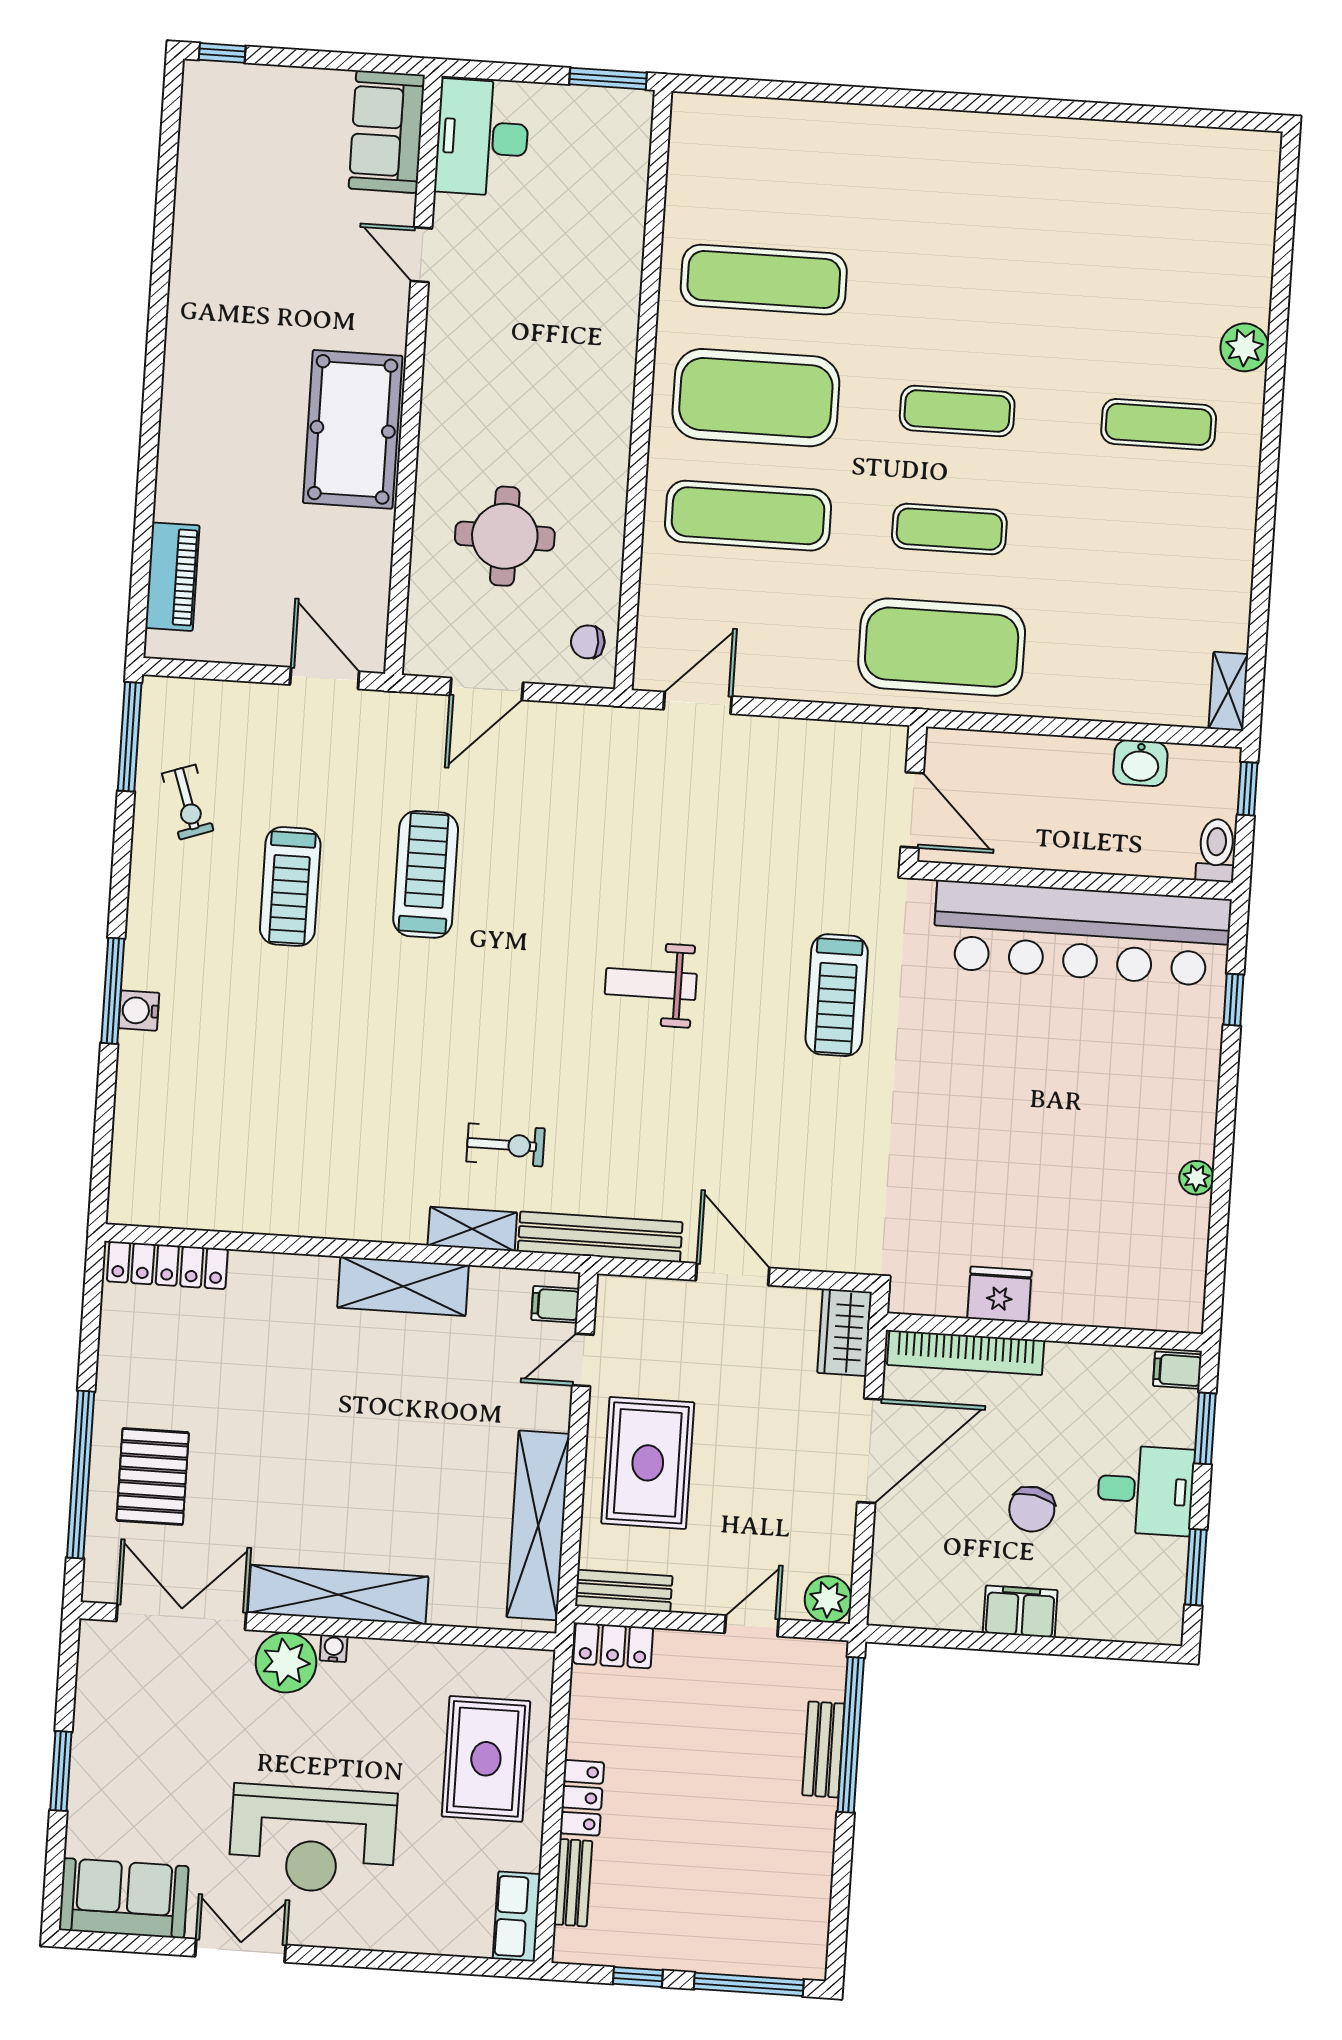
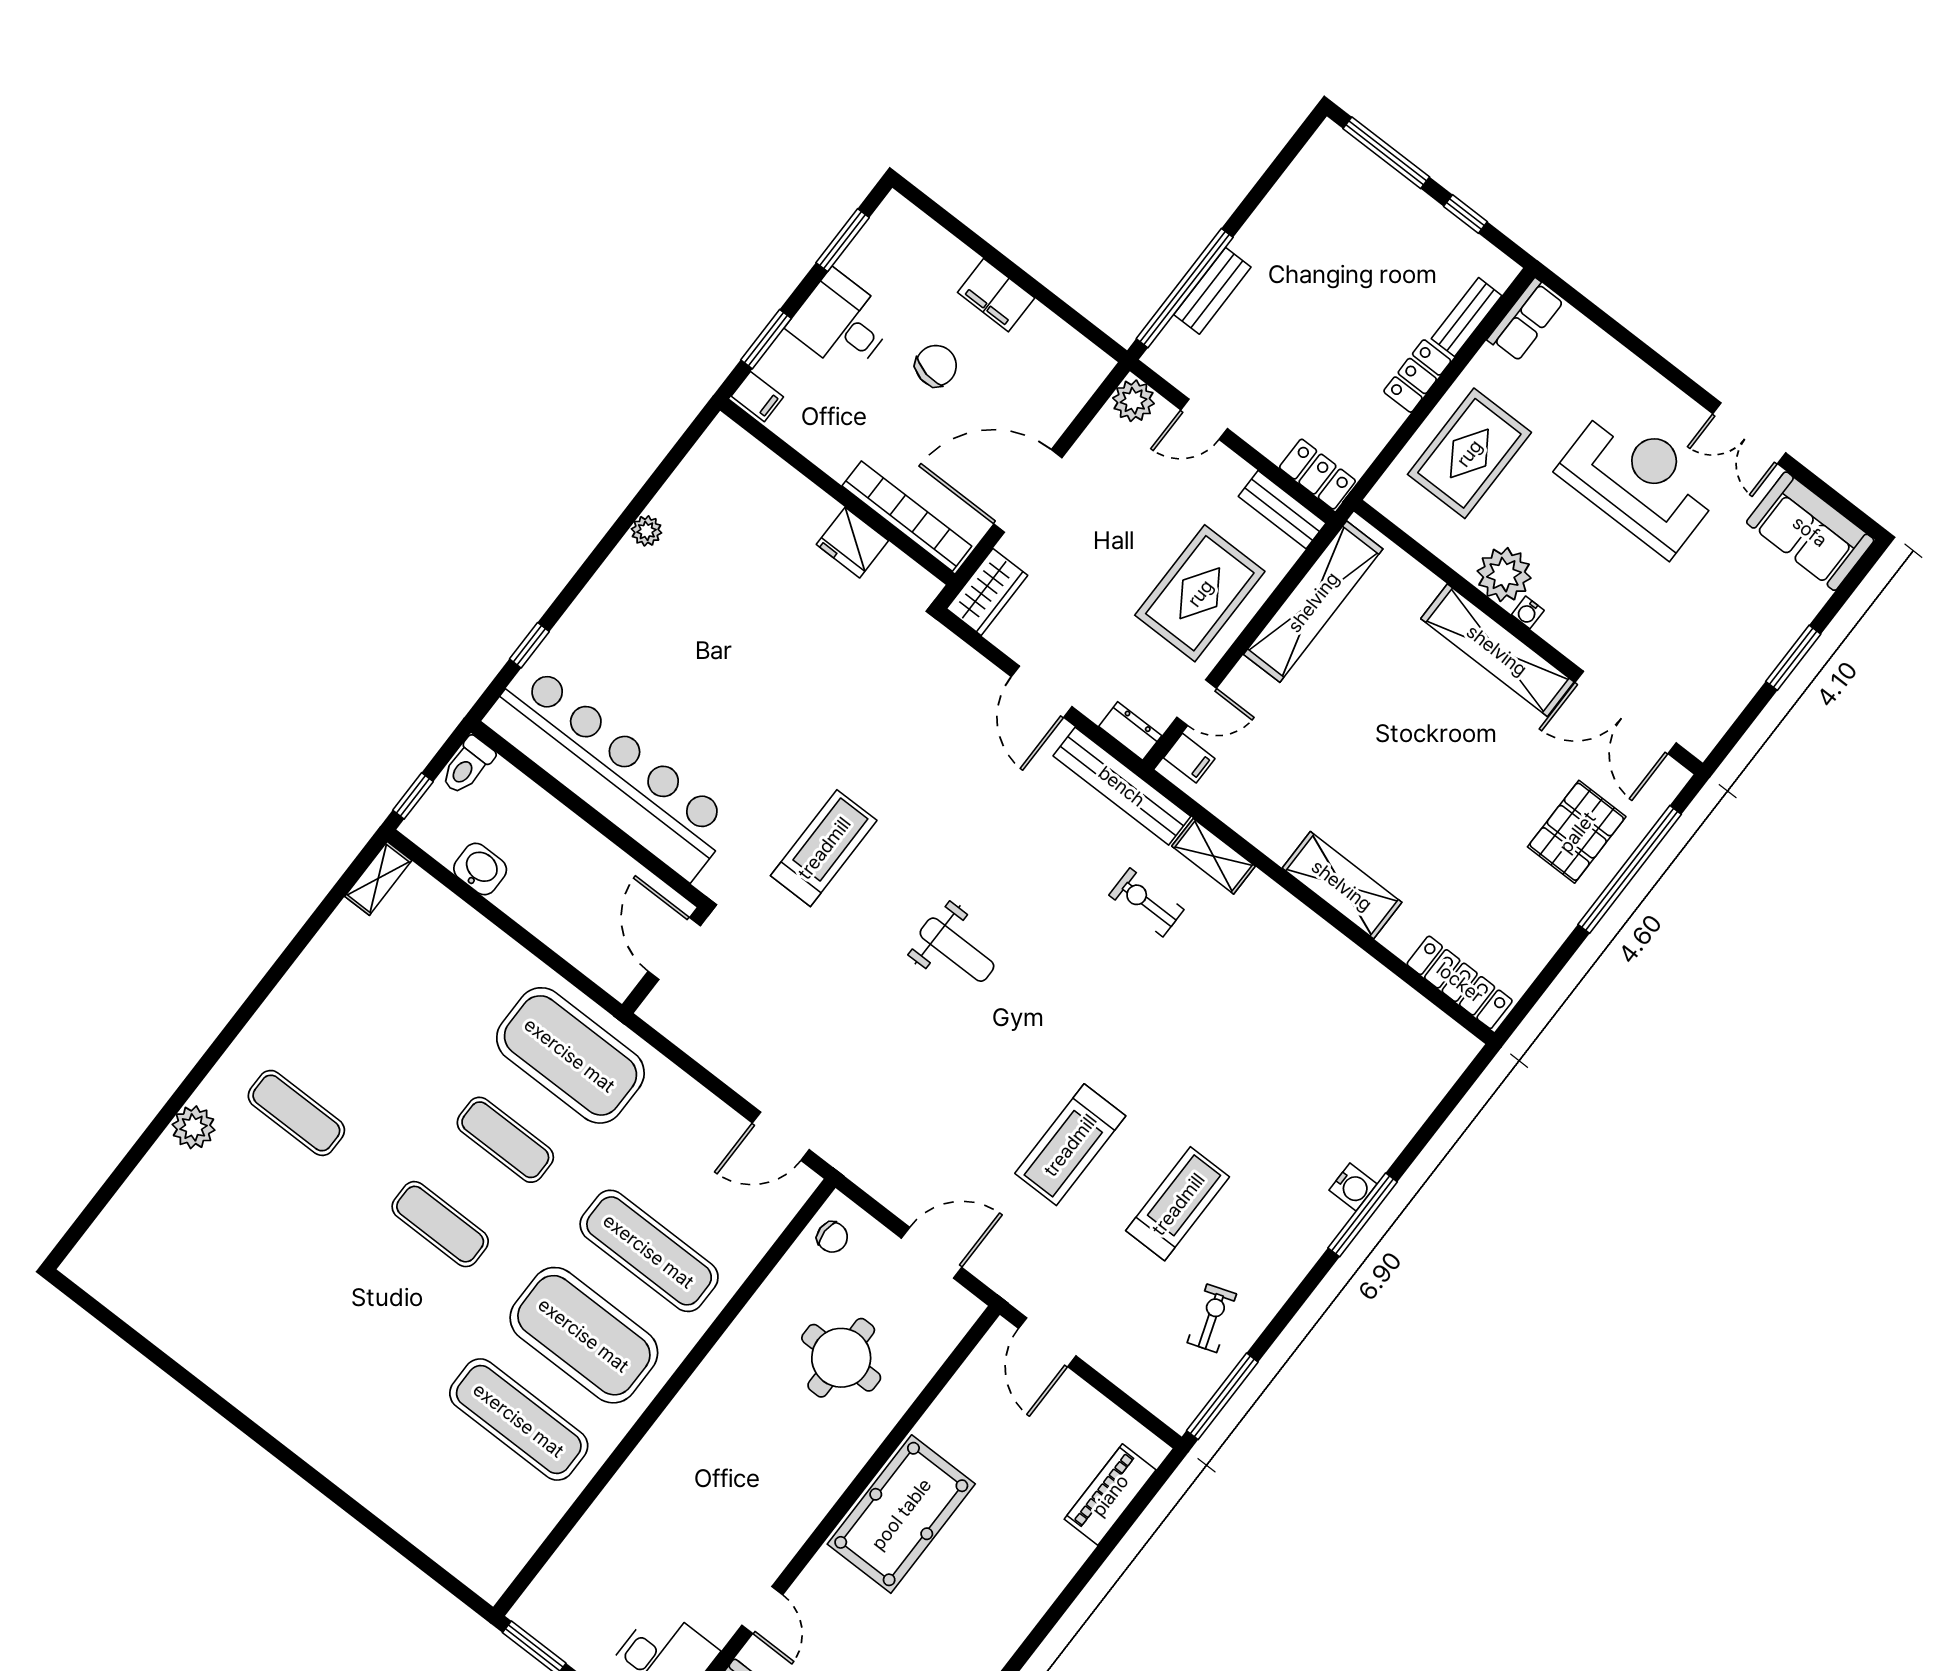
shelving: (403, 1286) -> (1342, 885), moved
dresser: (627, 1293) -> (1130, 731), added
plant: (286, 1662) -> (1504, 575), moved

